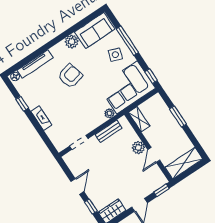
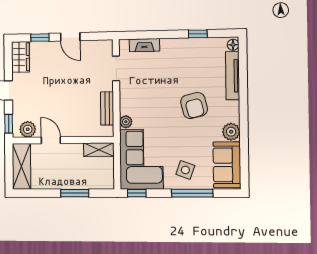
fireplace: (41, 118) -> (144, 45), moved
plant: (138, 148) -> (28, 129), moved

